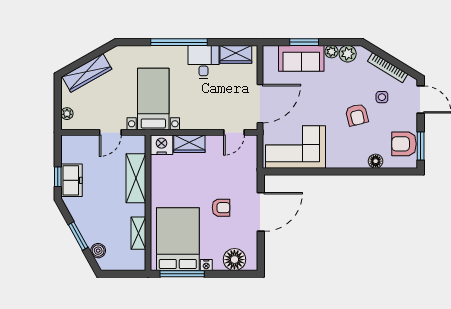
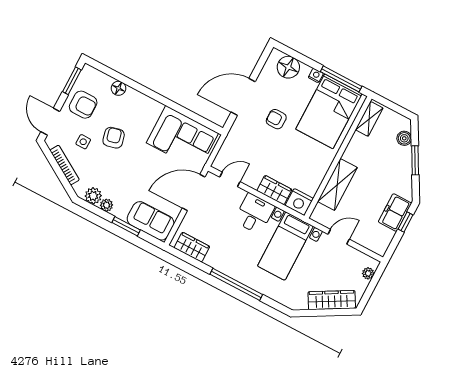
sofa: (301, 58) -> (151, 221), moved
desk: (203, 62) -> (254, 214), moved, turned 180
armchair: (404, 144) -> (83, 105), moved
shelving: (138, 233) -> (369, 119), moved

